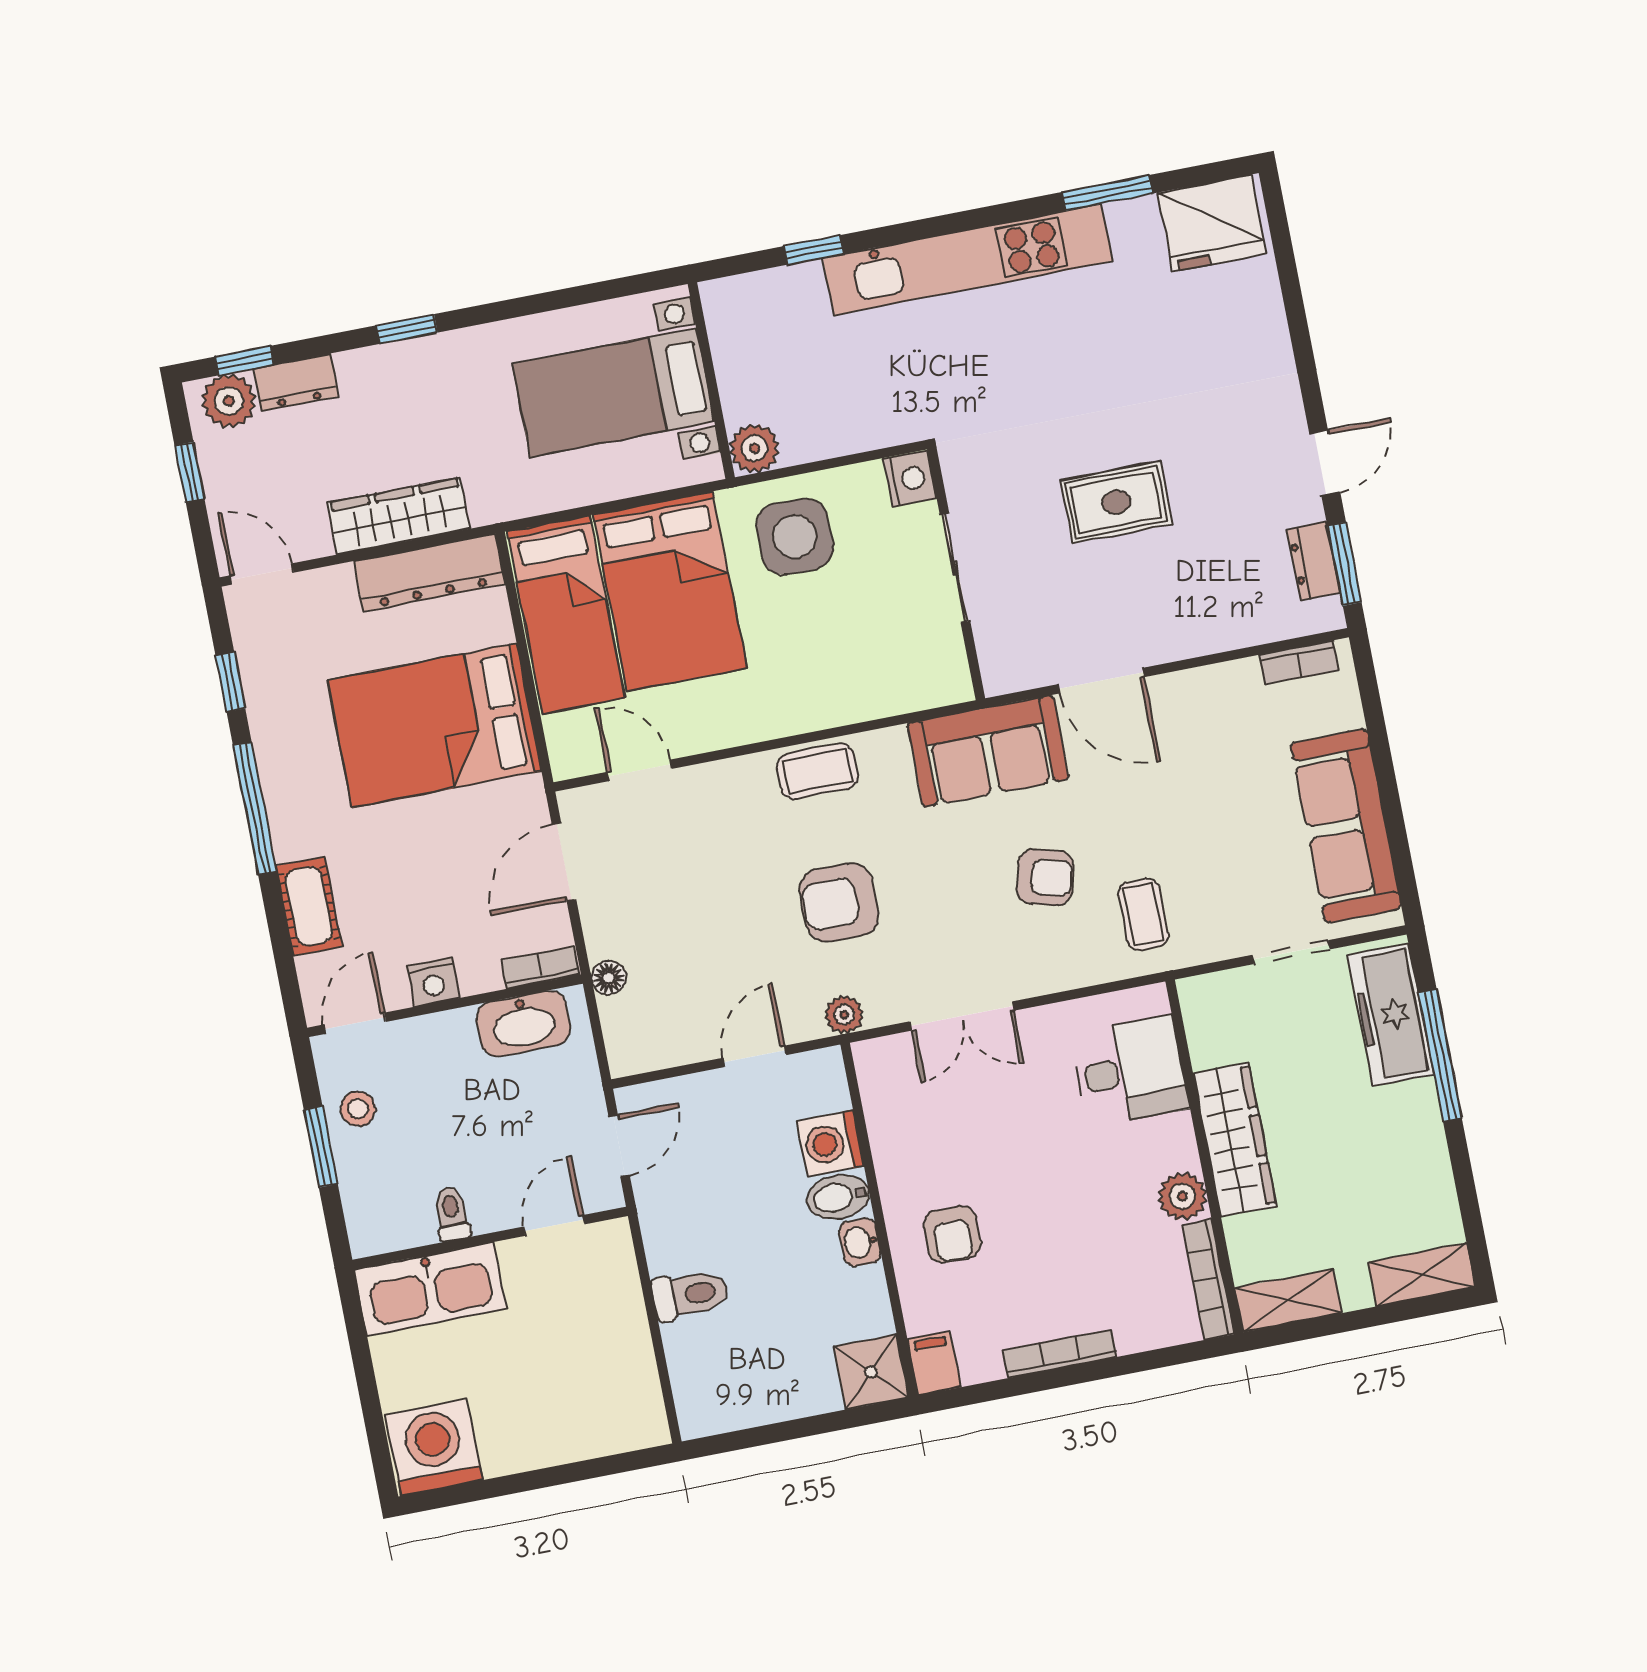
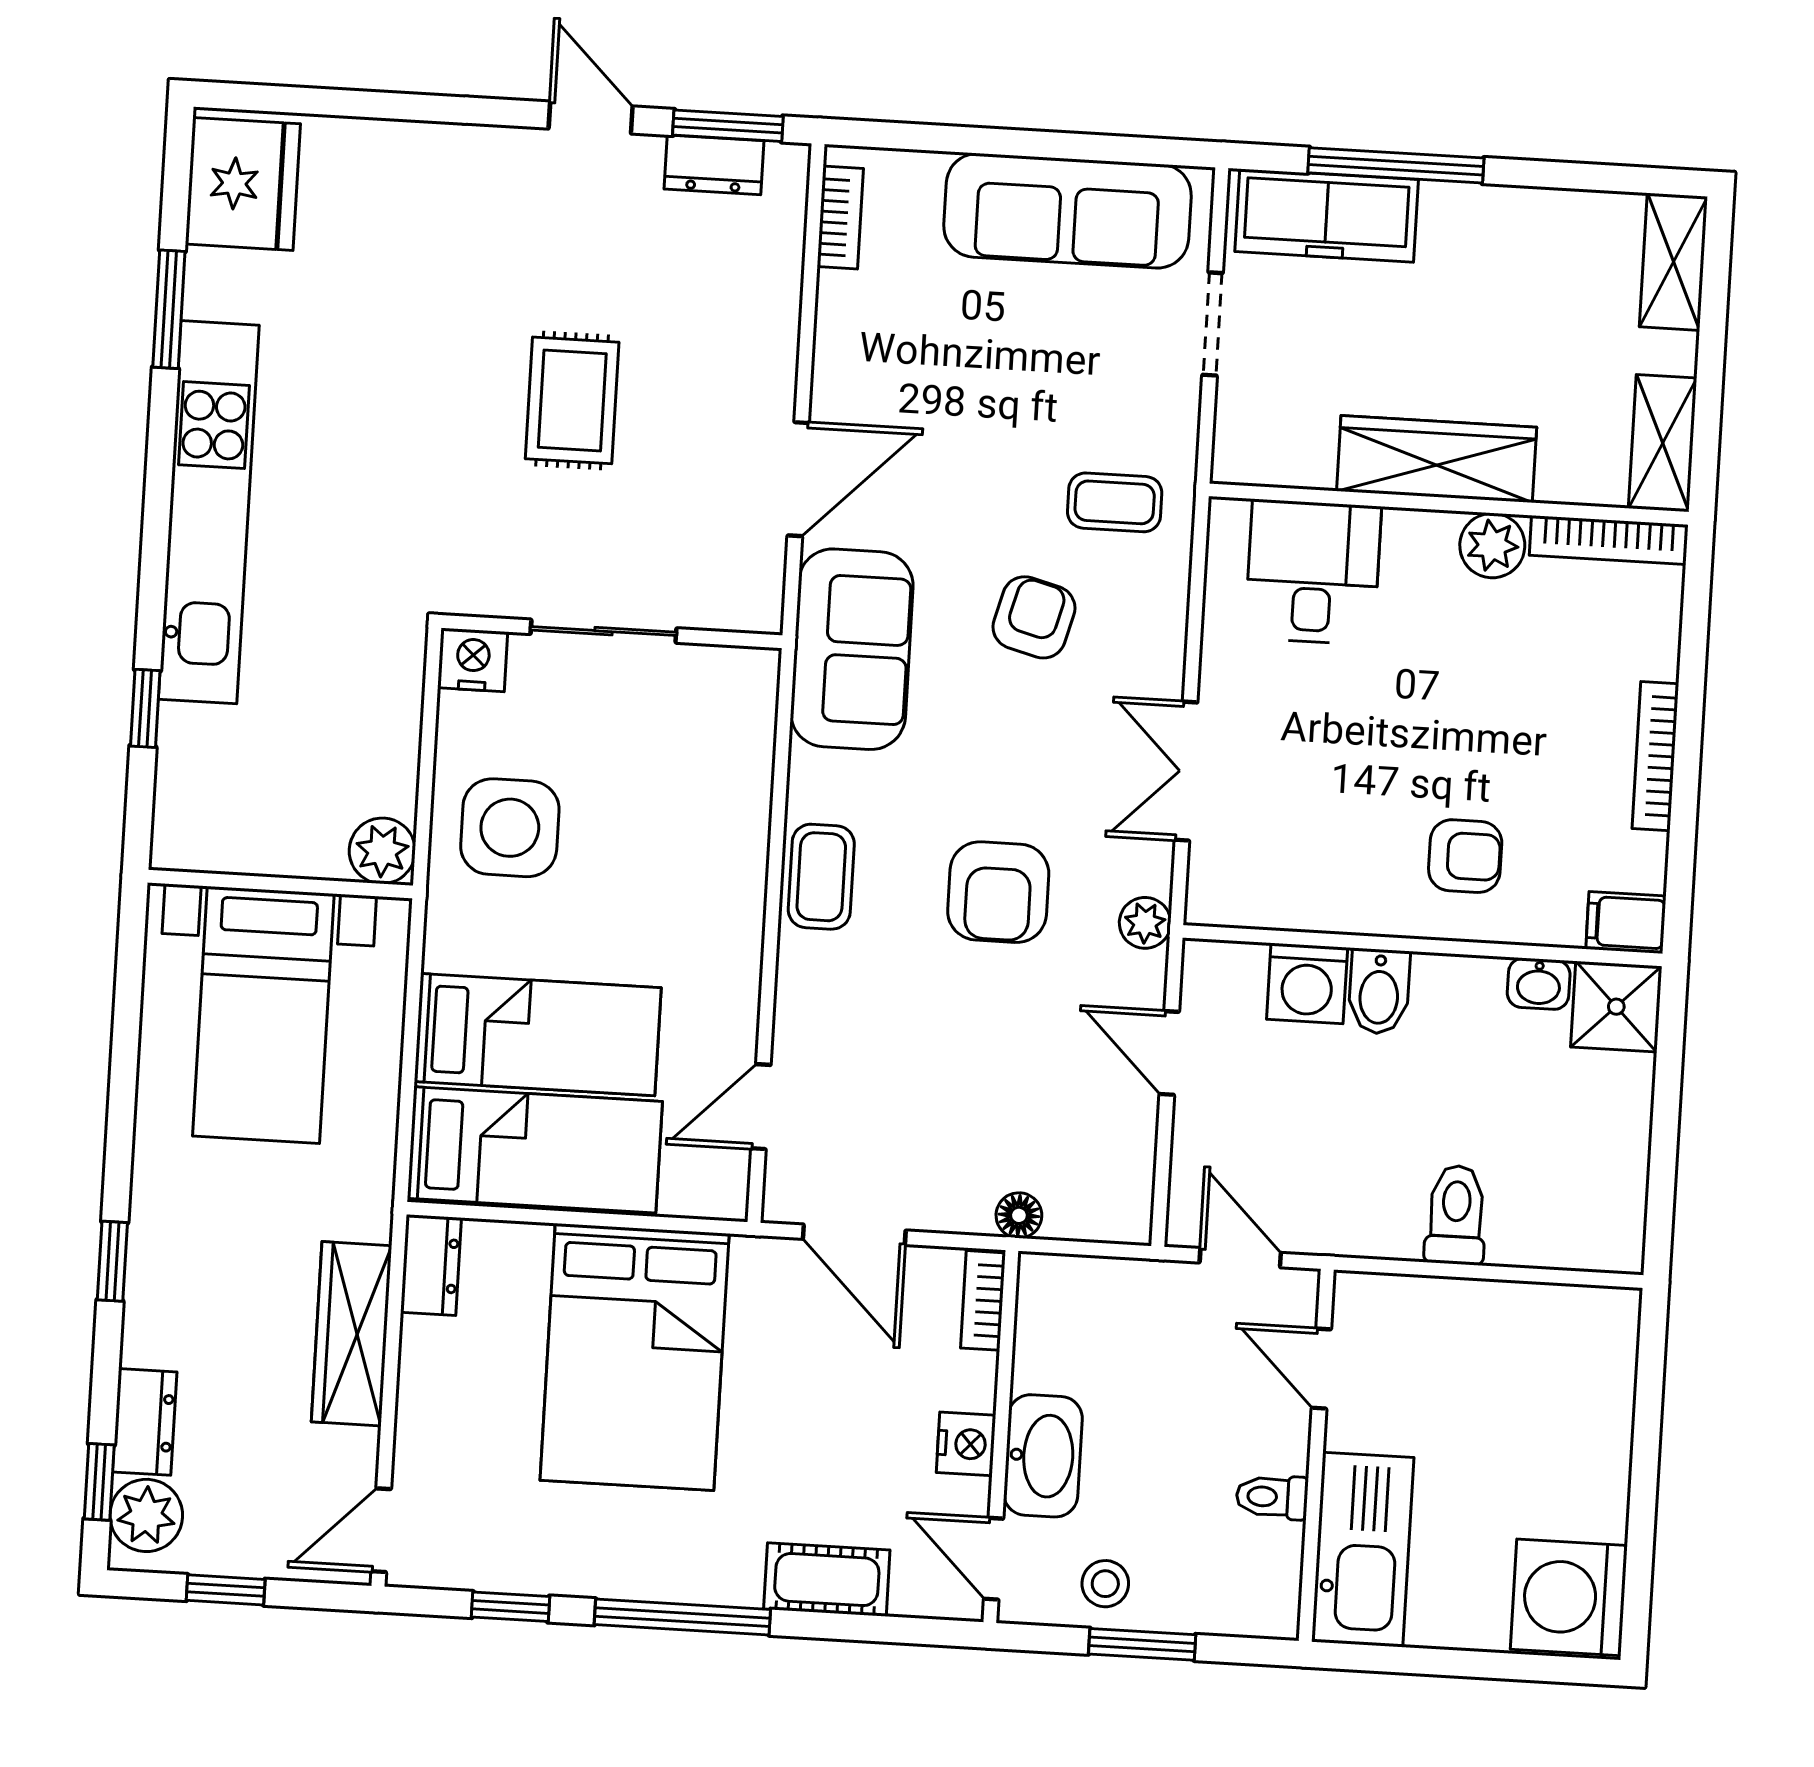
dresser: (429, 572) -> (431, 1265), width x0.51, depth x0.80
bed: (670, 591) -> (538, 1035), width x0.67
double door: (962, 1016) -> (1186, 771), swing flipped
washbasin: (523, 1023) -> (1043, 1456), moved
washbasin: (860, 1242) -> (1539, 984), moved

